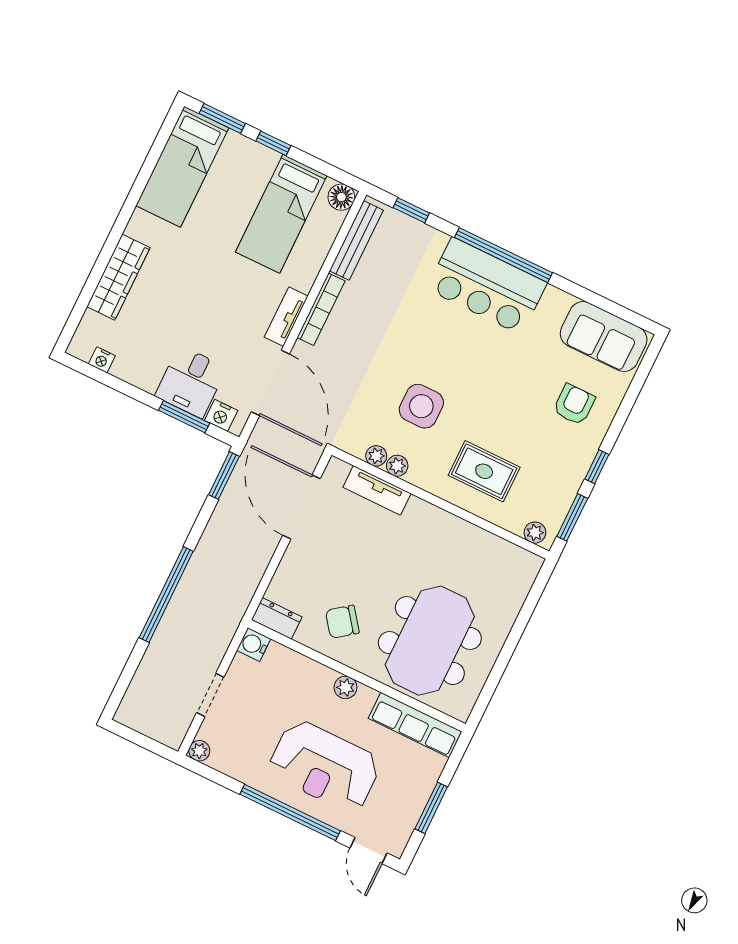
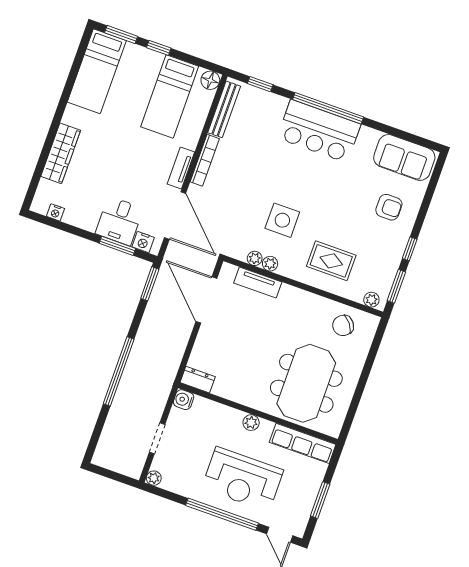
armchair: (574, 404) -> (389, 207), turned 90
chair: (342, 622) -> (343, 325), moved

